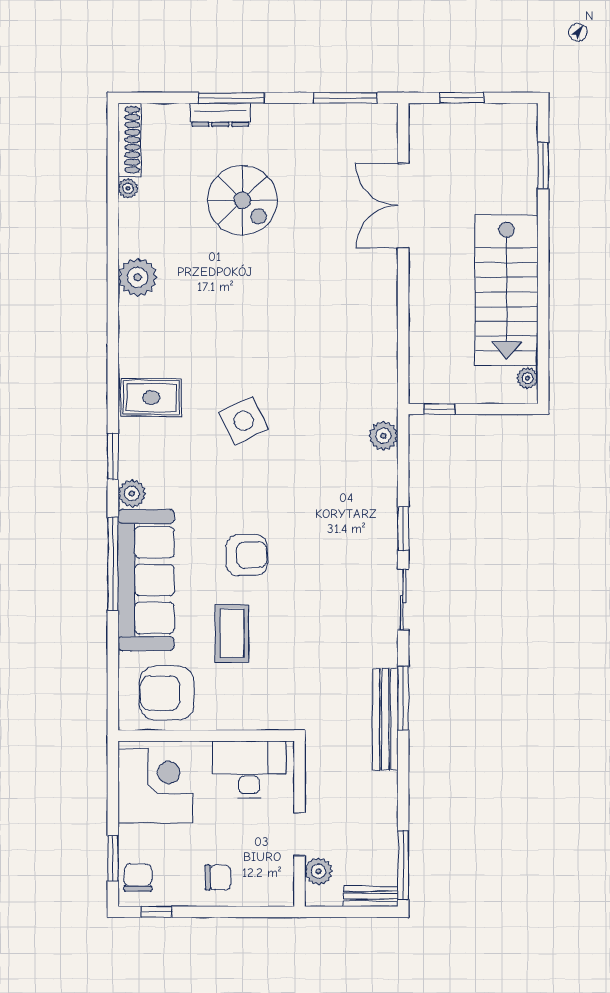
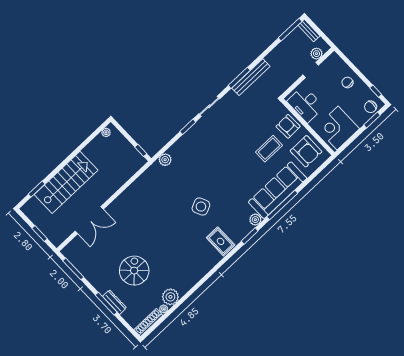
plant: (138, 277) -> (170, 297), moved
stairs: (507, 290) -> (66, 182), moved
armchair: (247, 555) -> (288, 126), moved

